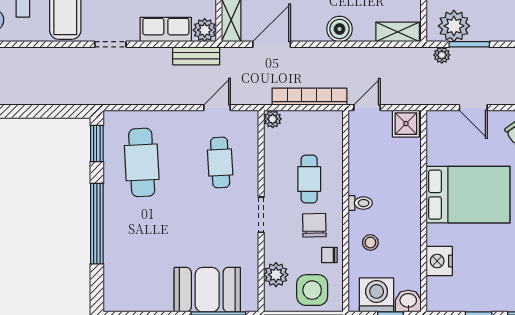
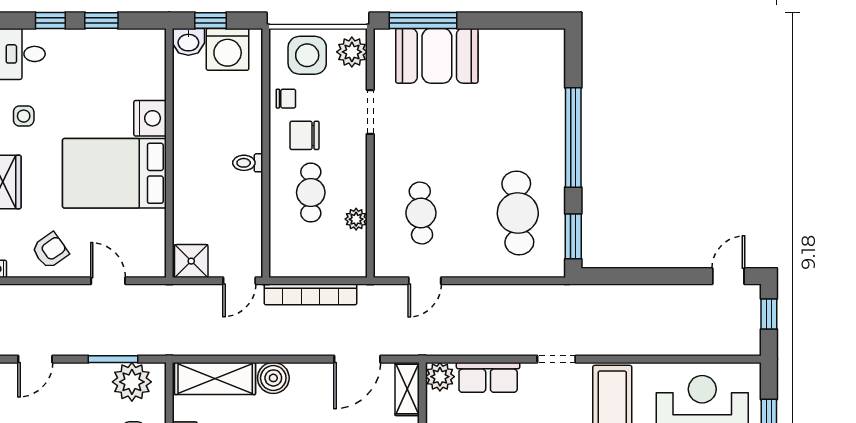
shelving: (398, 32) -> (215, 378), width x1.50, depth x1.33
plant: (442, 55) -> (147, 346), removed
bench: (196, 56) -> (450, 345), removed
plant: (273, 119) -> (356, 219), moved
doorway: (261, 215) -> (370, 112), moved
chair: (314, 225) -> (304, 135), turned 91
stool: (370, 243) -> (235, 114), removed
nightstand: (439, 261) -> (150, 118), moved
plant: (276, 275) -> (352, 52), moved

